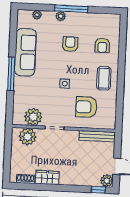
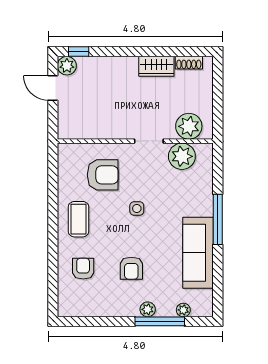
window: (71, 9) -> (160, 321), moved
bench: (97, 136) -> (84, 132), removed

